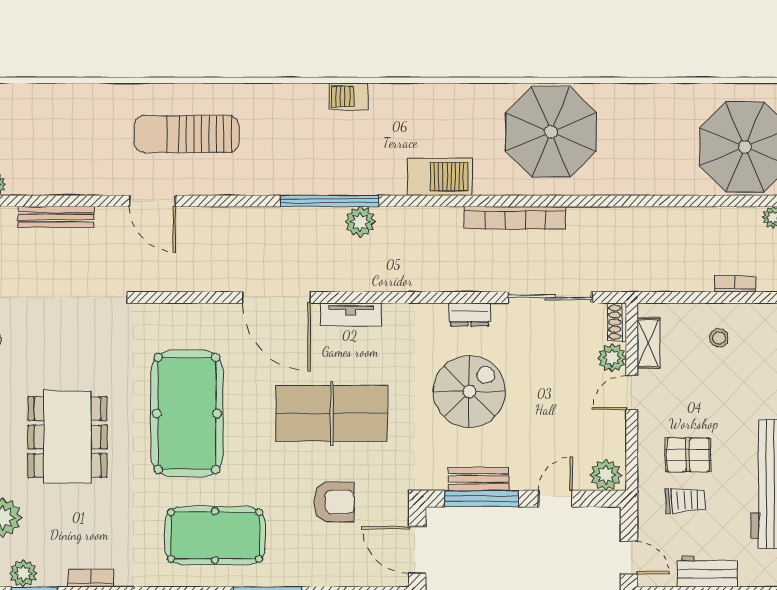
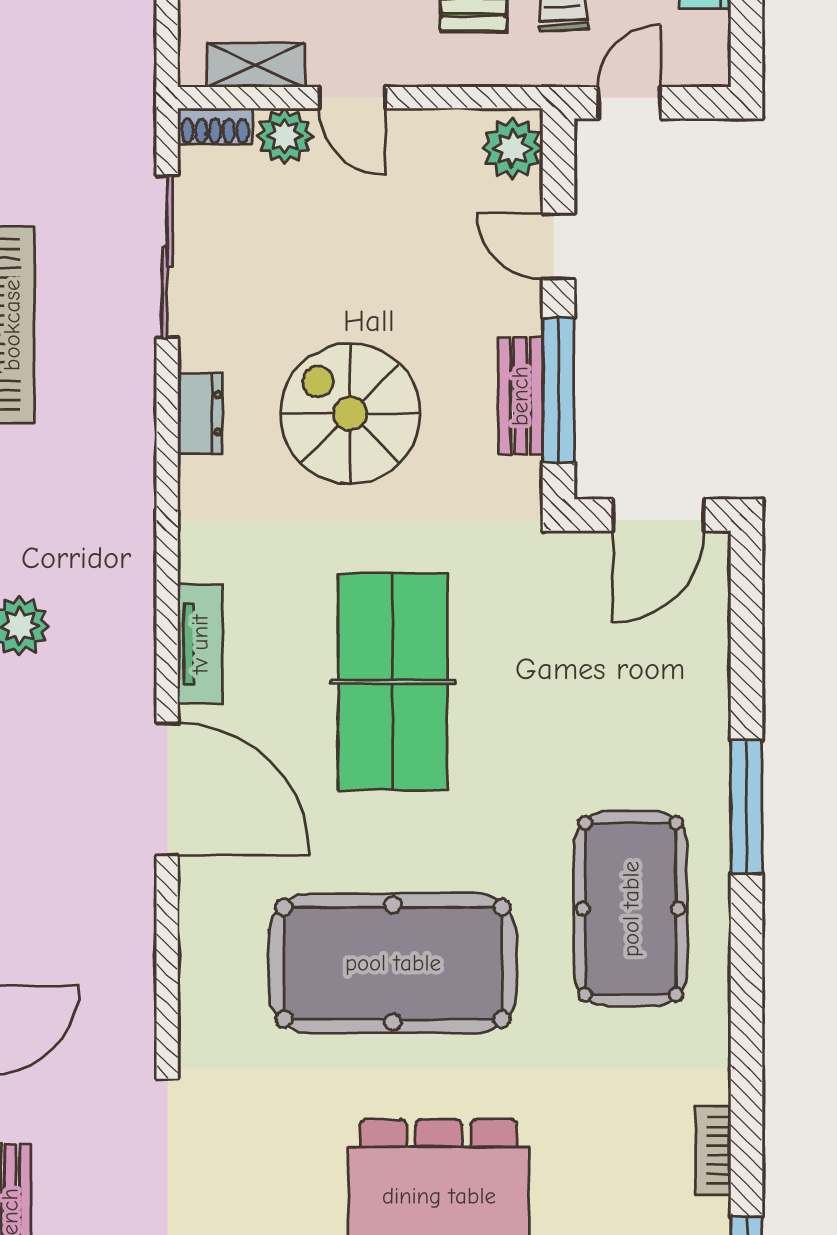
door: (276, 297) -> (167, 789), hinge flipped
armchair: (334, 502) -> (565, 677), removed
door: (629, 558) -> (629, 103), moved

